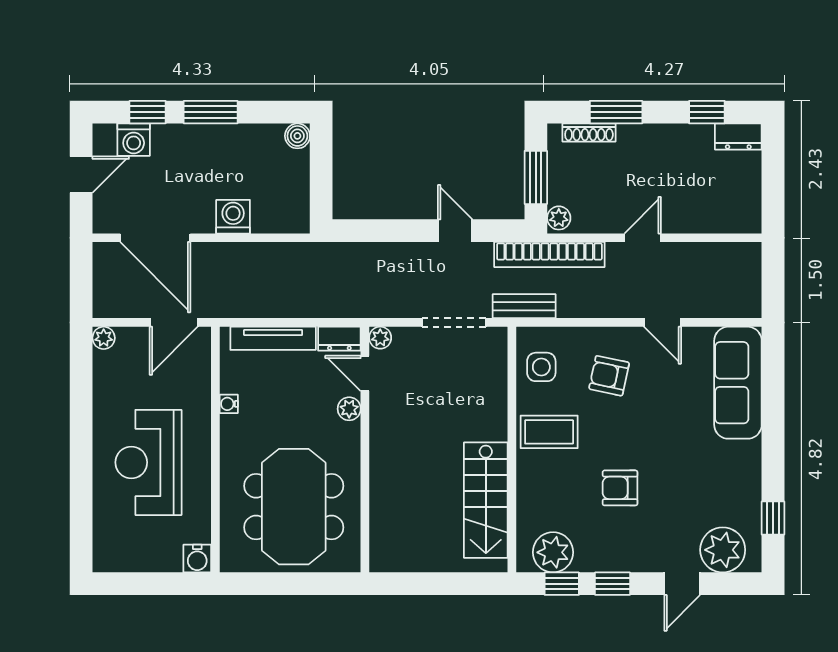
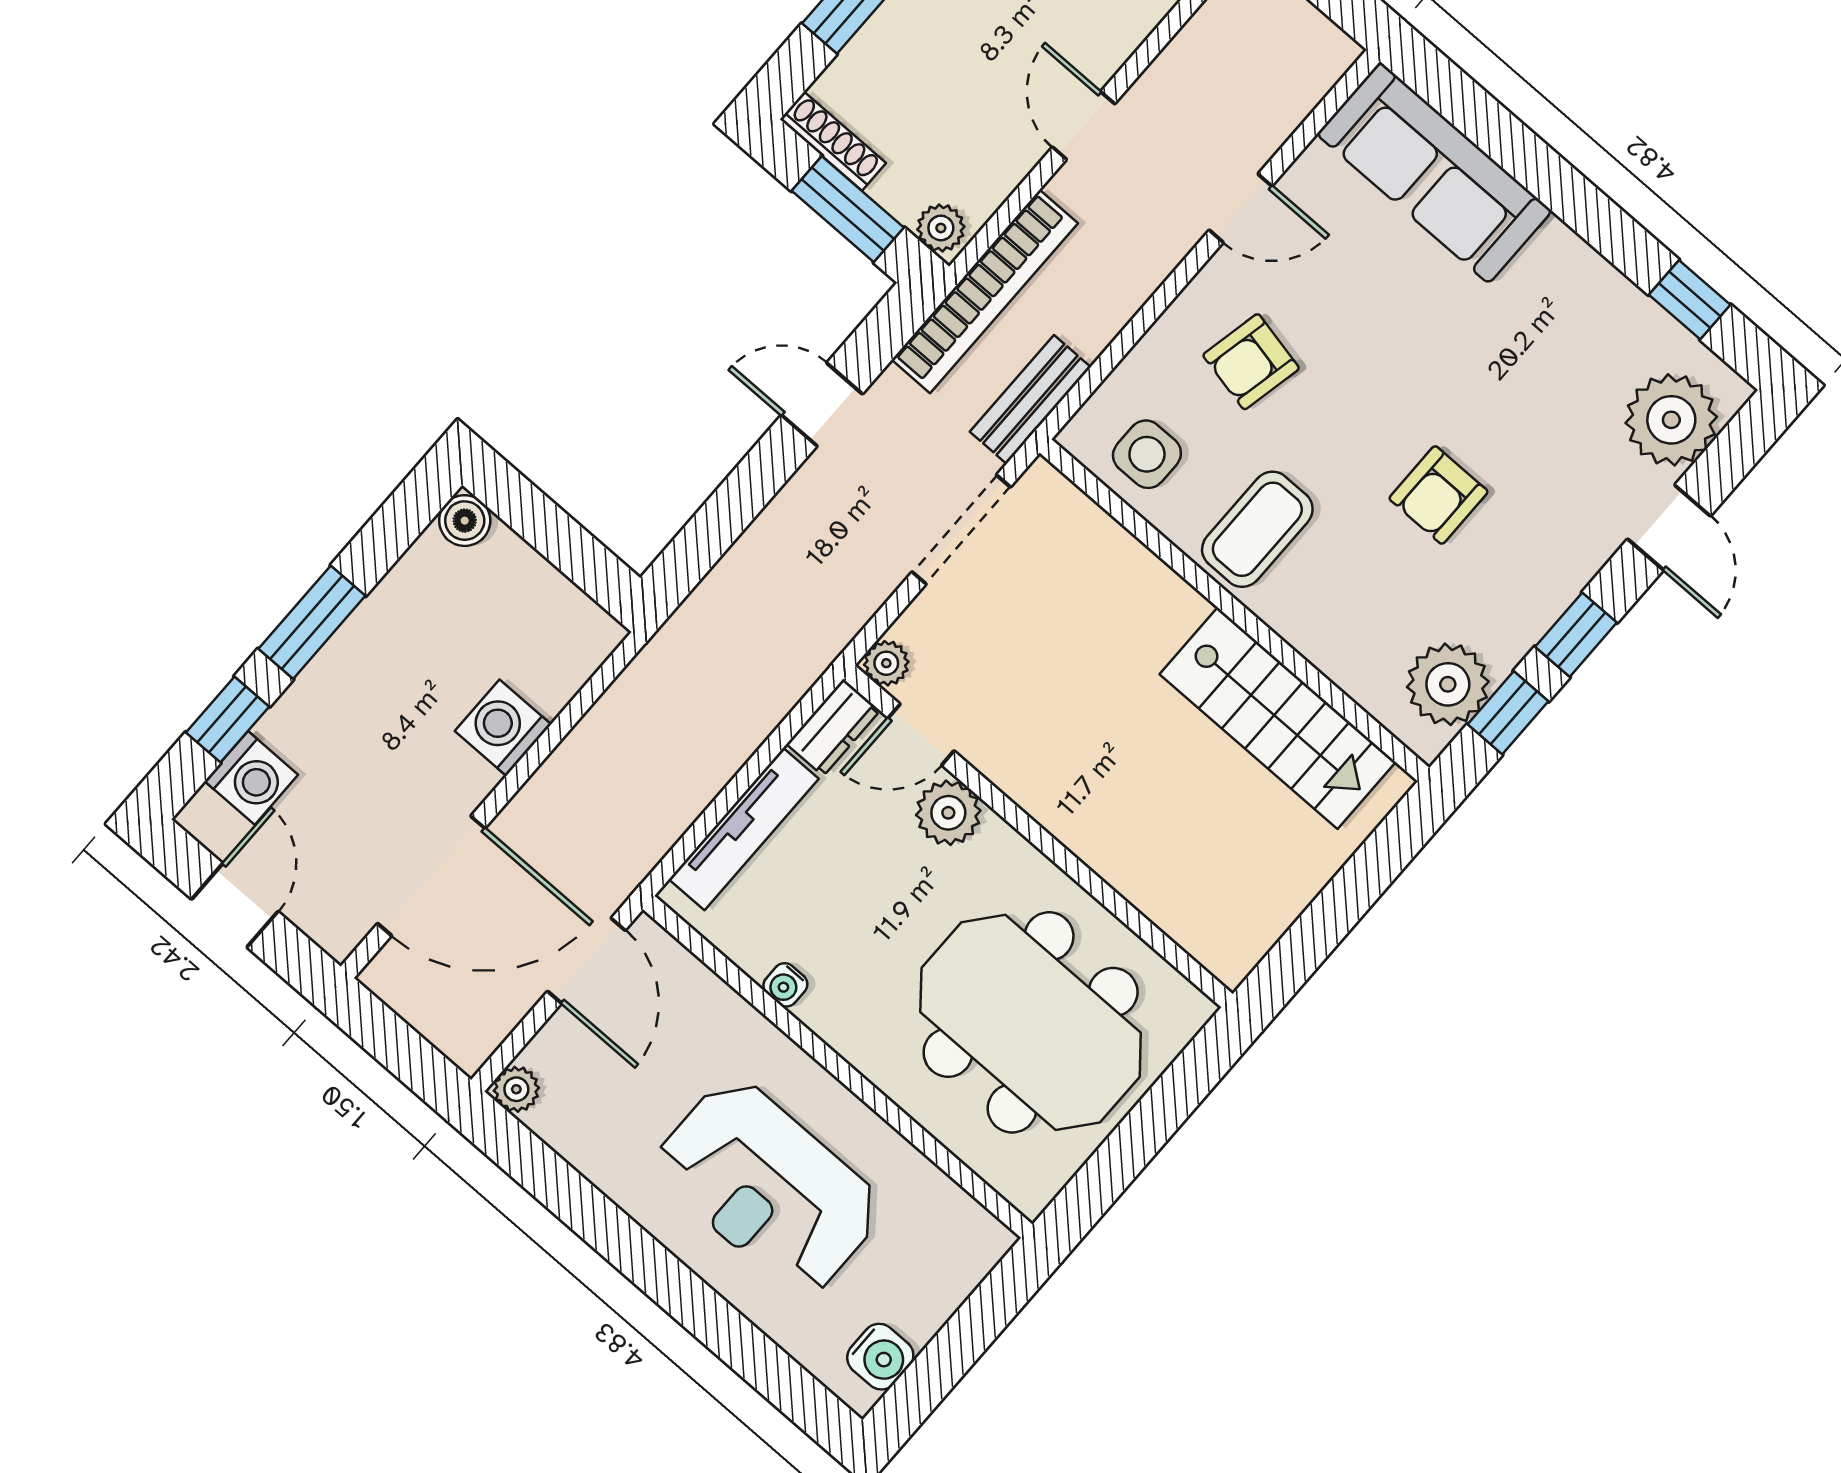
shoe rack: (589, 132) -> (833, 141), moved, turned -90
plant: (349, 409) -> (948, 813), width x1.38, depth x1.38
water cooler: (197, 559) -> (880, 1357), moved

